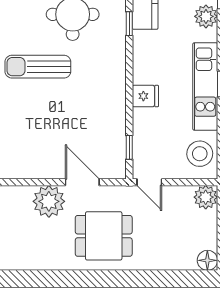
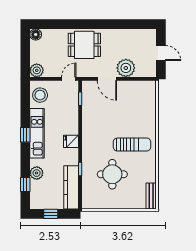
fridge: (145, 96) -> (71, 141), moved
door: (149, 182) -> (69, 79), hinge flipped
dining table: (104, 236) -> (84, 45), moved

